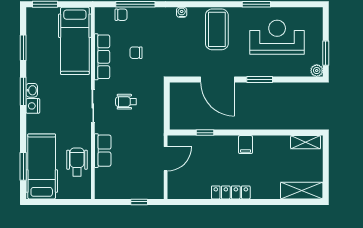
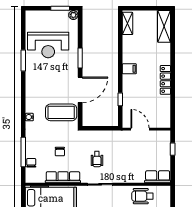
coffee table: (217, 29) -> (61, 112), moved
reception desk: (277, 37) -> (48, 45), turned -90
row of seats: (103, 151) -> (158, 177), moved

